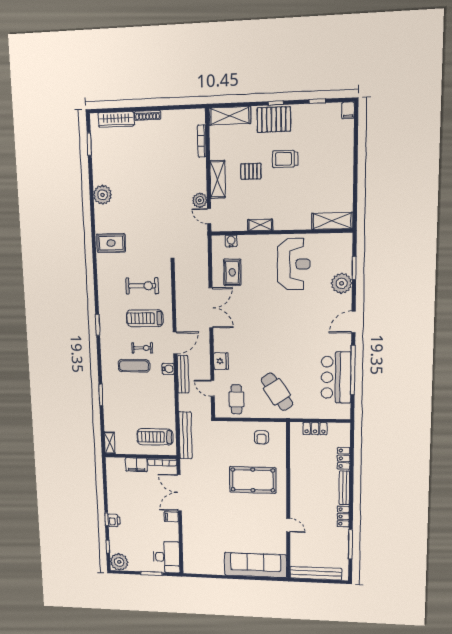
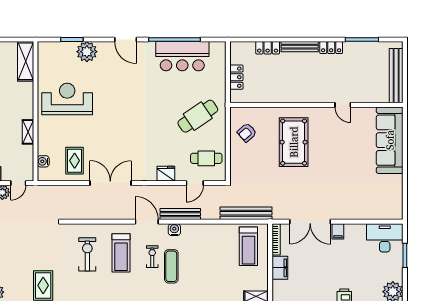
rug: (232, 272) -> (75, 161), turned 90
armchair: (262, 437) -> (247, 132), turned 138
door: (288, 525) -> (343, 105), swing flipped

